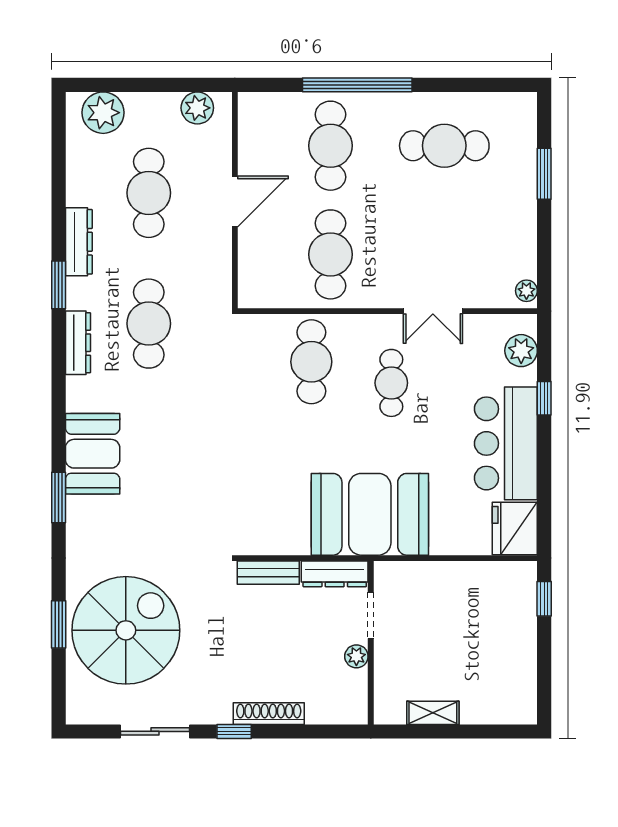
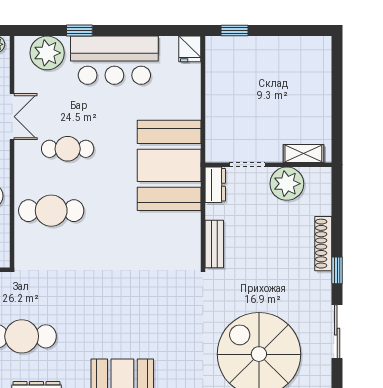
plant: (521, 351) -> (47, 53), width x1.36, depth x1.36
fridge: (515, 529) -> (190, 49), width x0.53, depth x0.75
dresser: (335, 574) -> (215, 185), width x0.70
plant: (356, 656) -> (287, 184), width x1.87, depth x1.87
shelving: (433, 713) -> (303, 153), moved, turned 90

